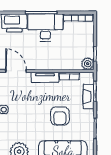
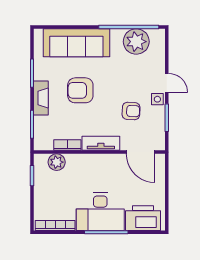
plant: (88, 64) -> (57, 162), moved
fireplace: (89, 96) -> (41, 98), moved
armchair: (23, 101) -> (131, 111), added
armchair: (60, 116) -> (80, 90), turned -90

